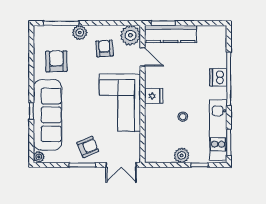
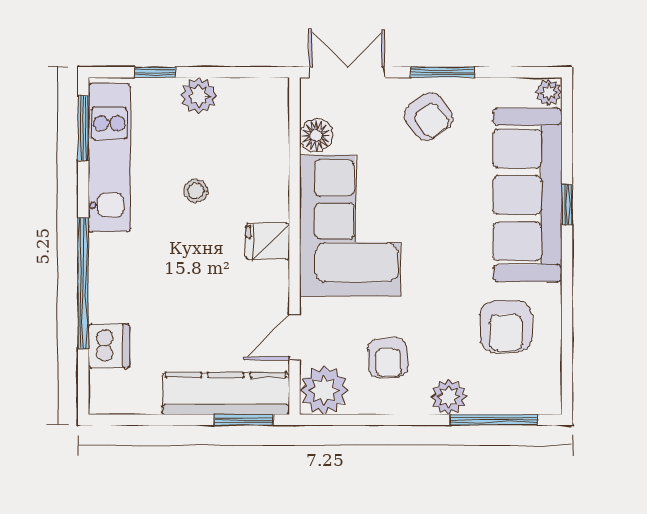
door: (143, 57) -> (294, 337), hinge flipped
dishwasher: (218, 77) -> (109, 346), moved
floor lamp: (134, 139) -> (316, 135), added
armchair: (88, 147) -> (429, 116), turned -105

